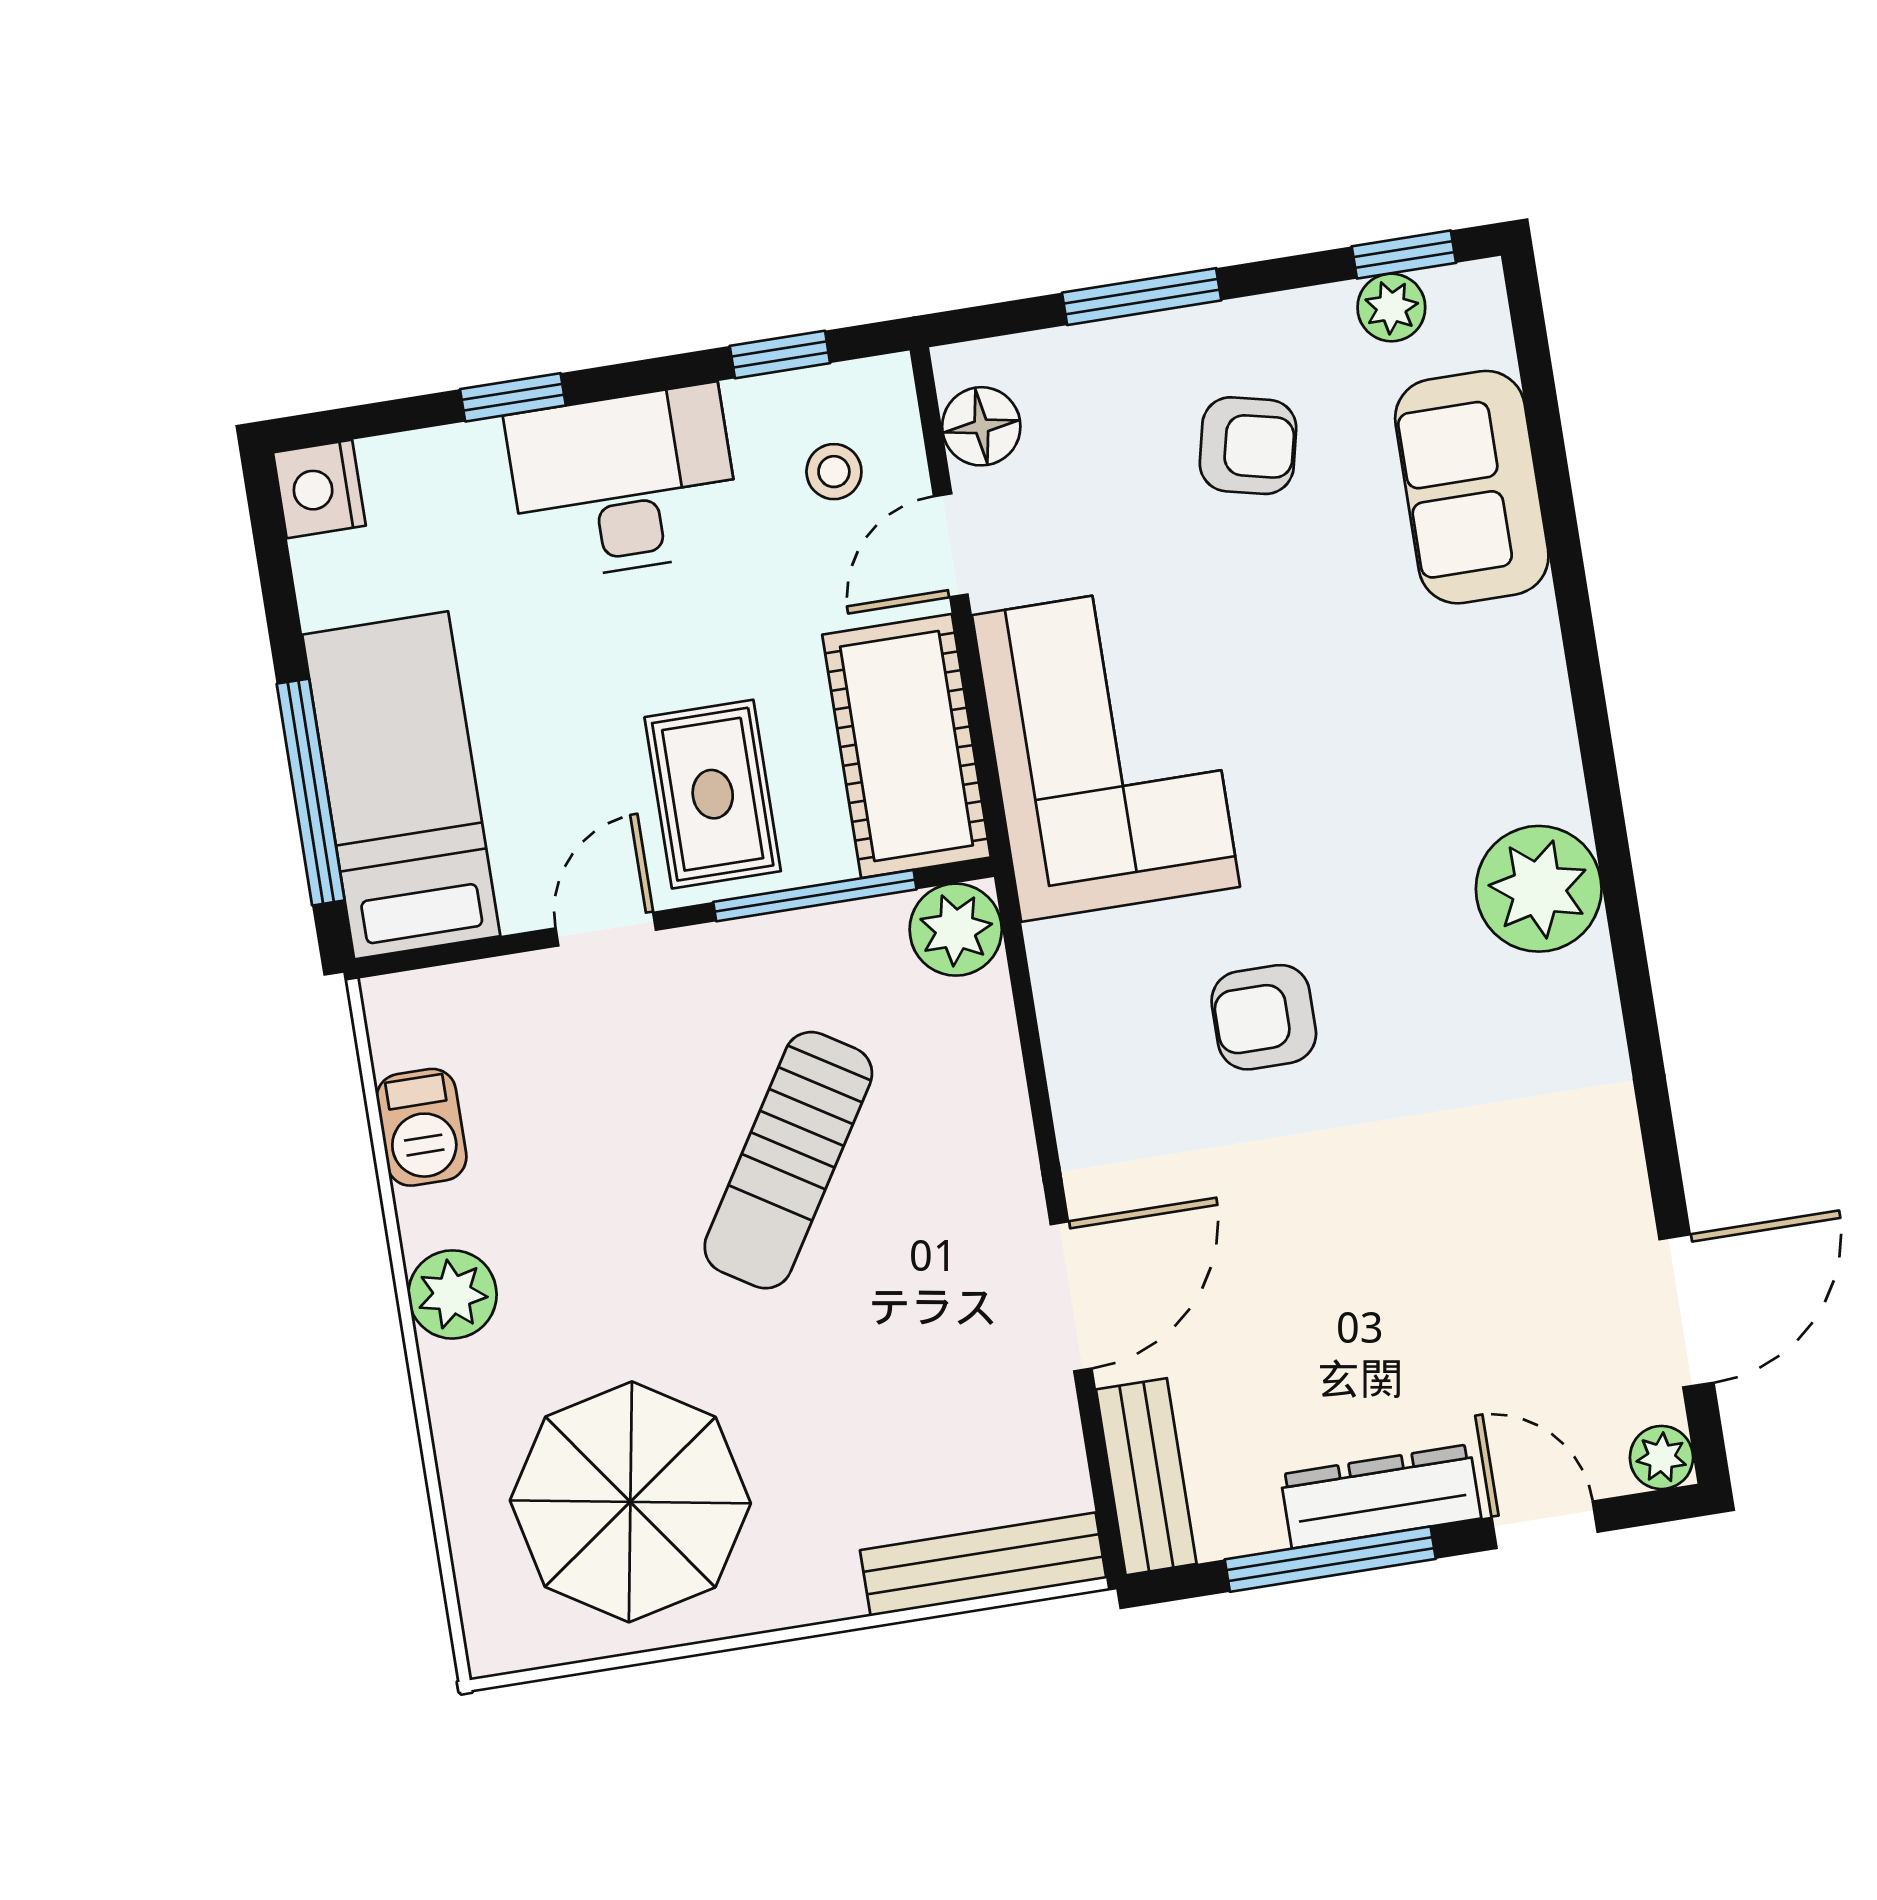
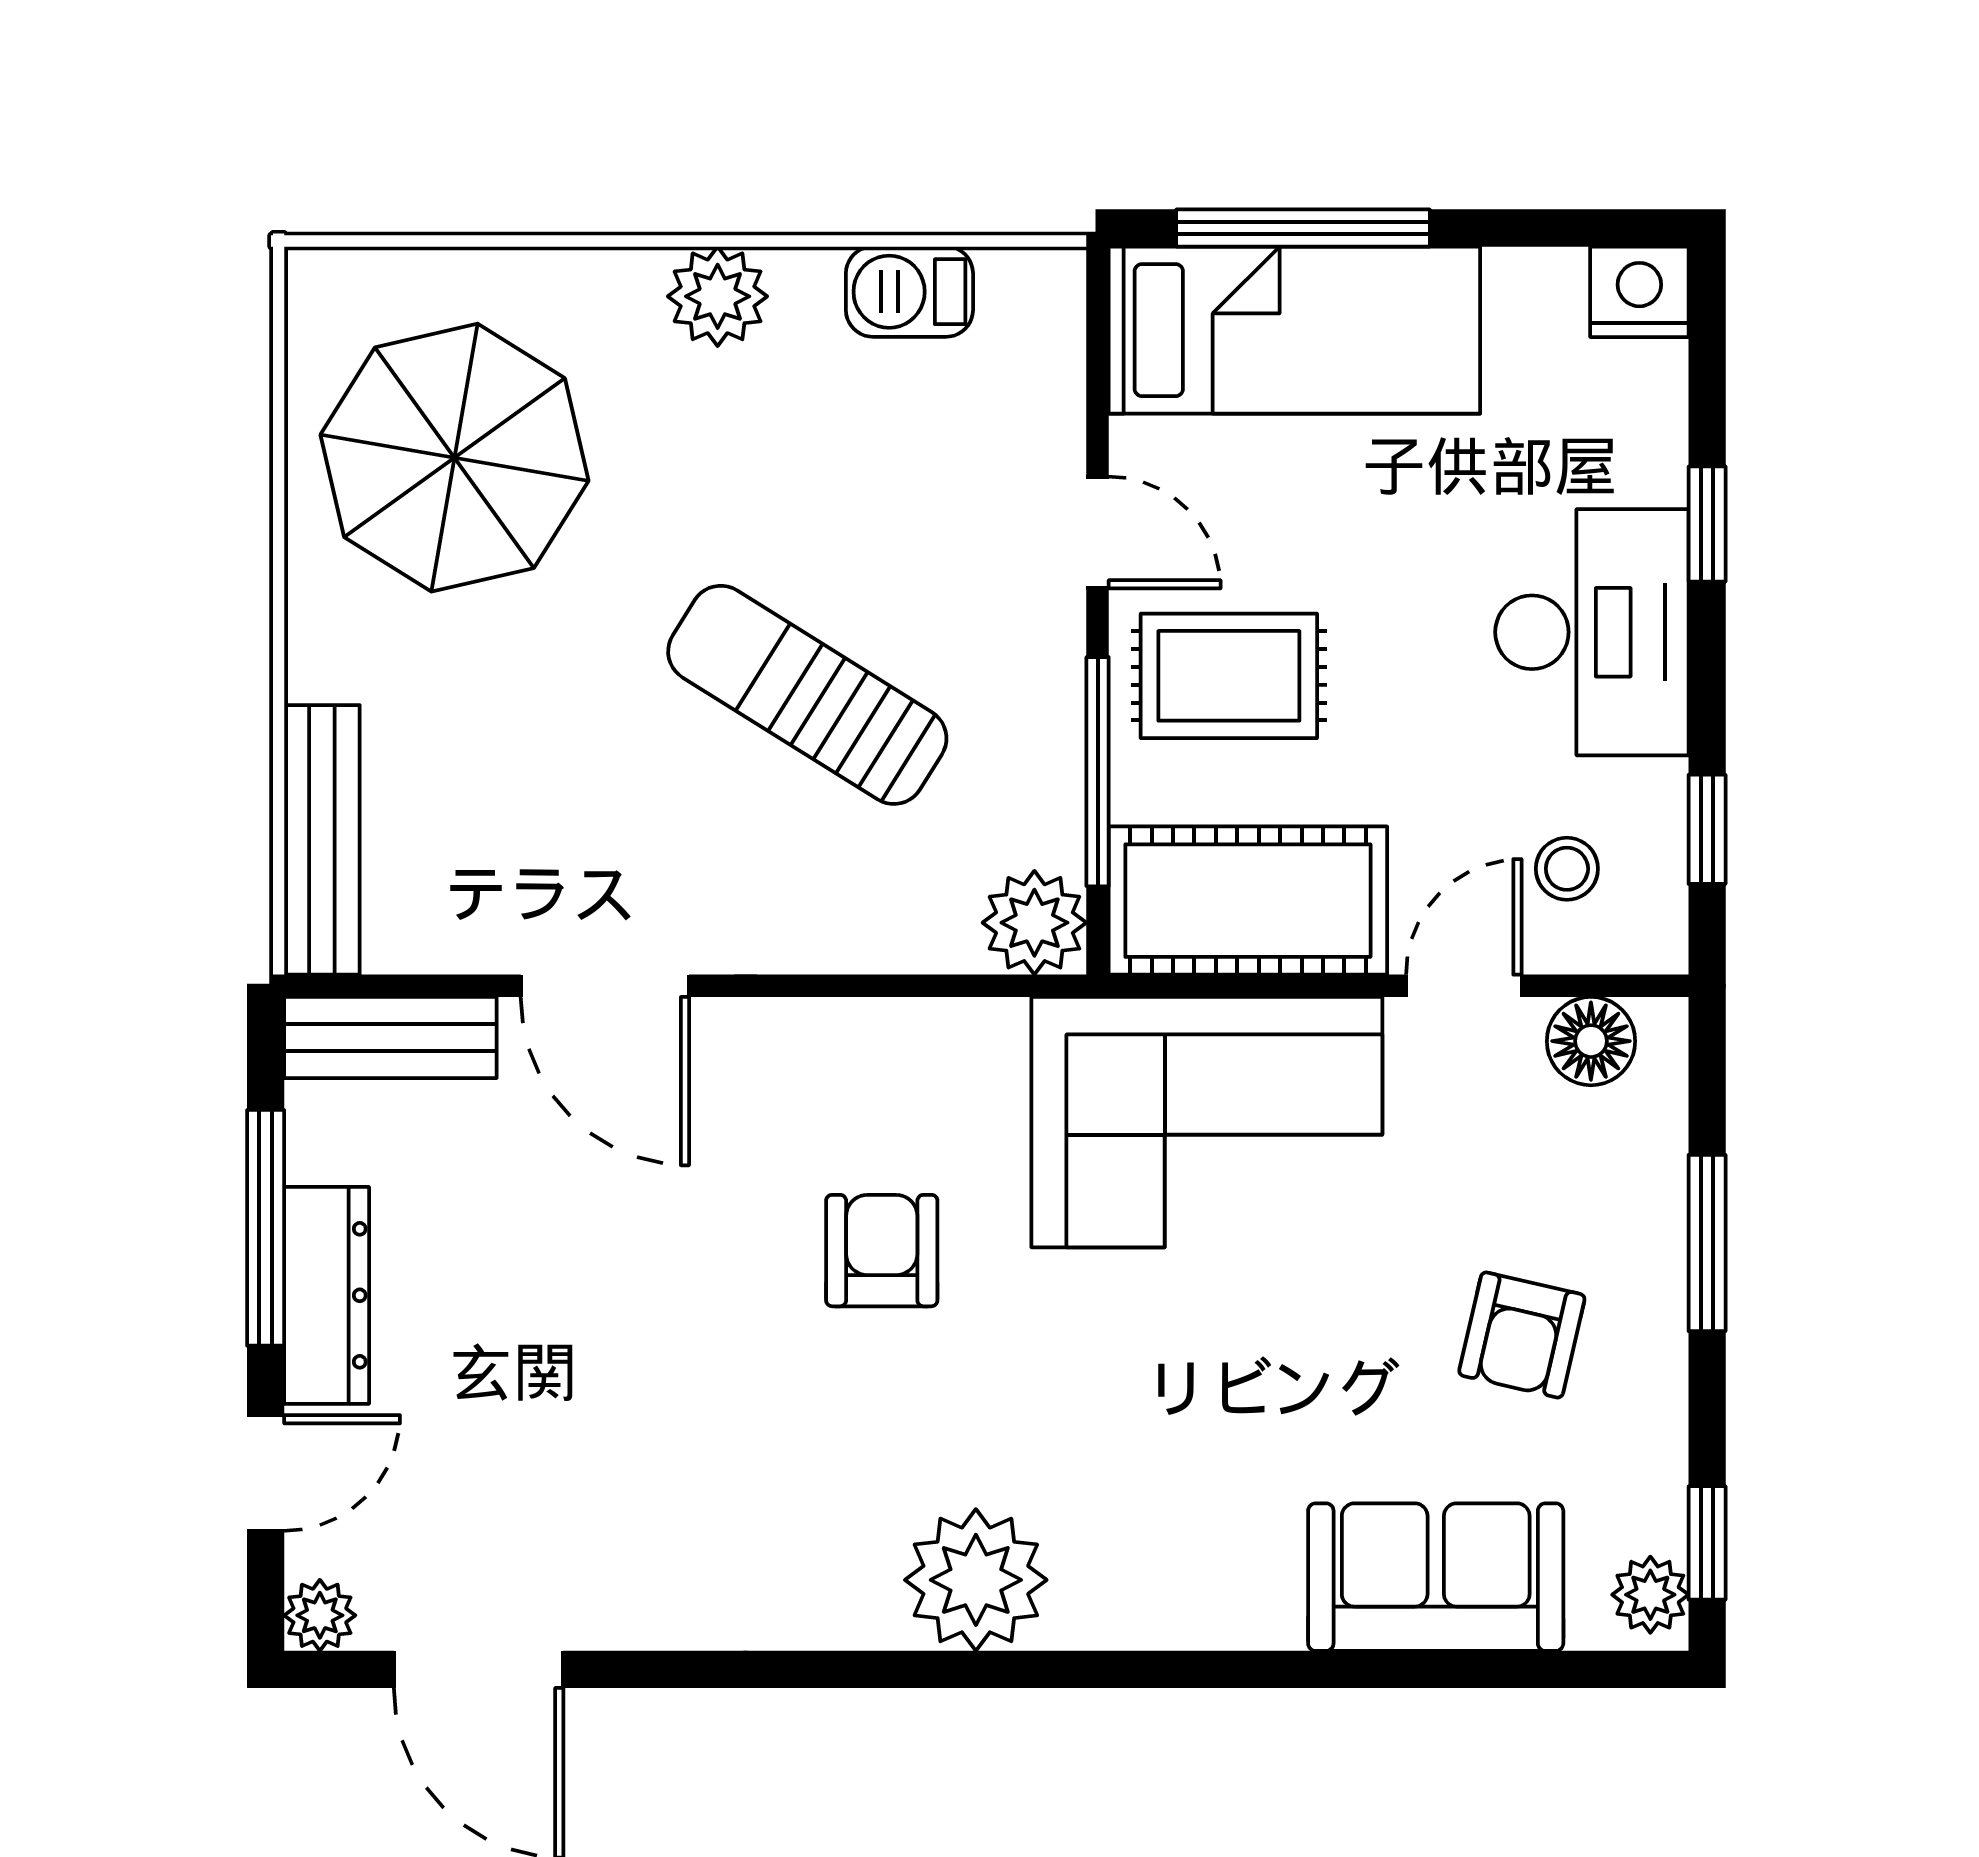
plant: (1391, 307) -> (1650, 1595), moved
door: (951, 545) -> (1464, 986), hinge flipped

